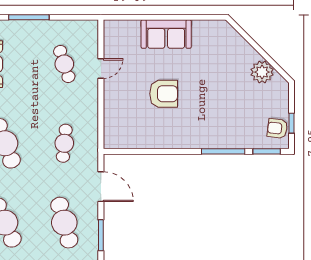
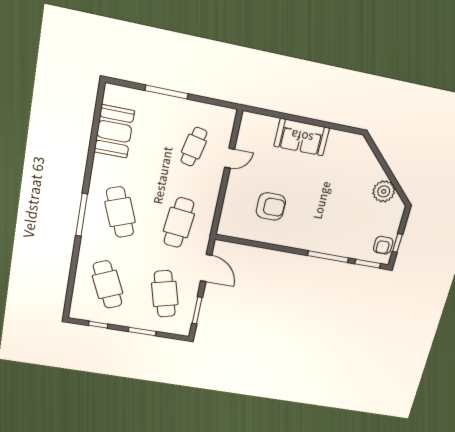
cafe table: (64, 64) -> (194, 147), turned 30
armchair: (164, 94) -> (271, 206), moved
armchair: (277, 128) -> (383, 245), turned -97
cafe table: (64, 143) -> (179, 223), width x1.37, depth x1.35

